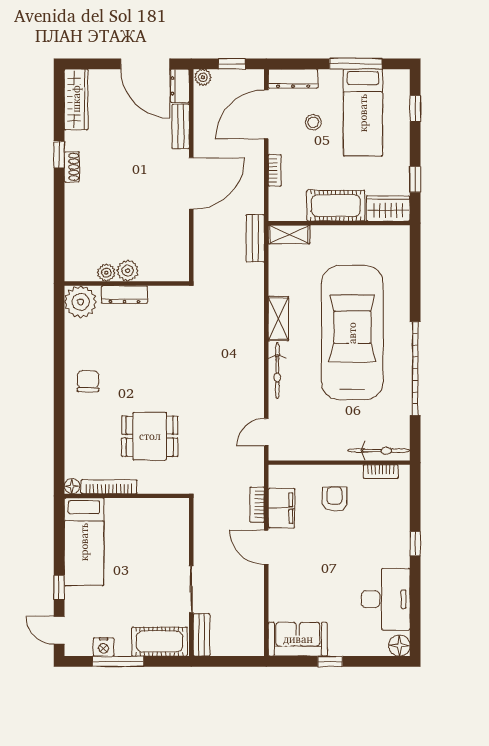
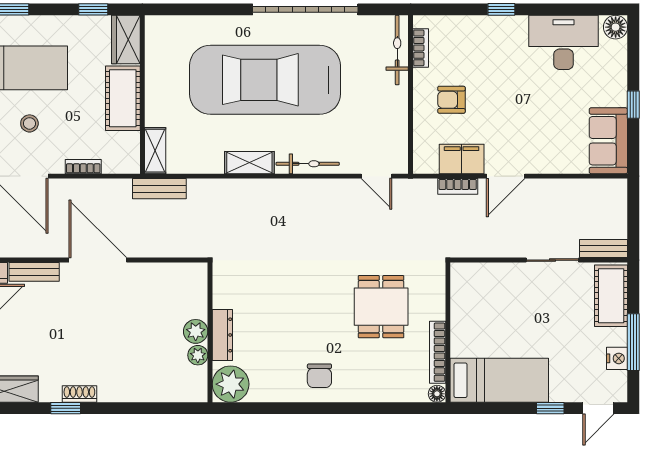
chair: (88, 381) -> (319, 376), turned -90

